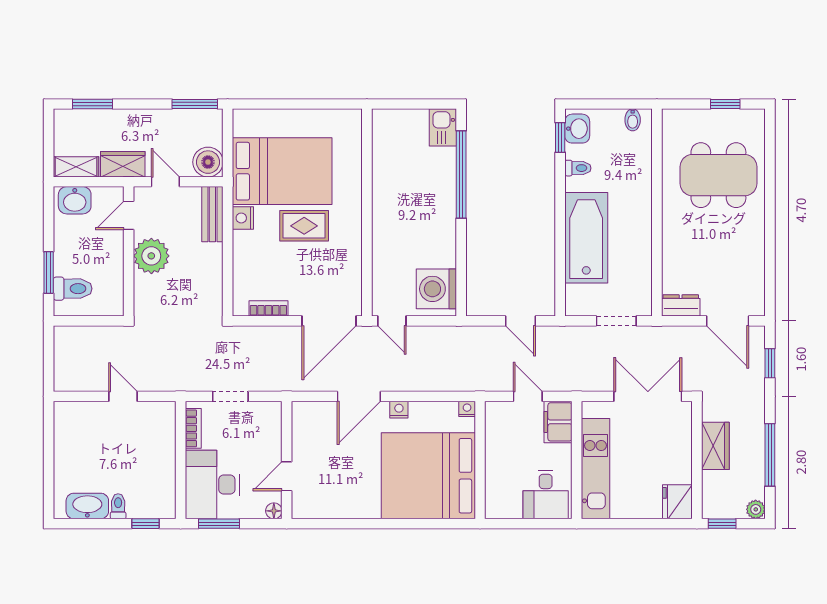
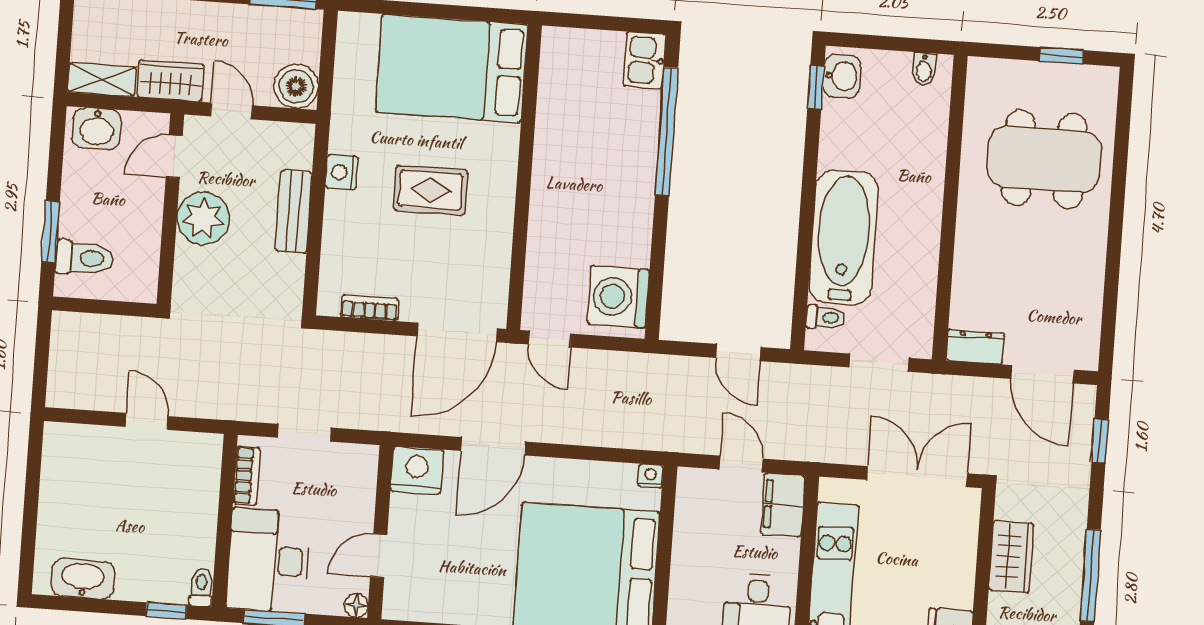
toilet: (578, 168) -> (825, 318), moved
bed: (282, 171) -> (452, 68), moved, turned 180
bench: (212, 214) -> (294, 212), moved
nightstand: (399, 410) -> (417, 470), moved, width x1.89, depth x1.79
toilet: (118, 506) -> (201, 588), moved

